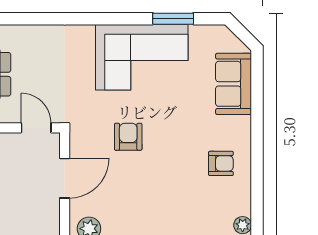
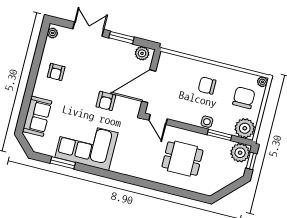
armchair: (221, 163) -> (56, 72), turned -90
door: (65, 178) -> (149, 86), width x1.36

